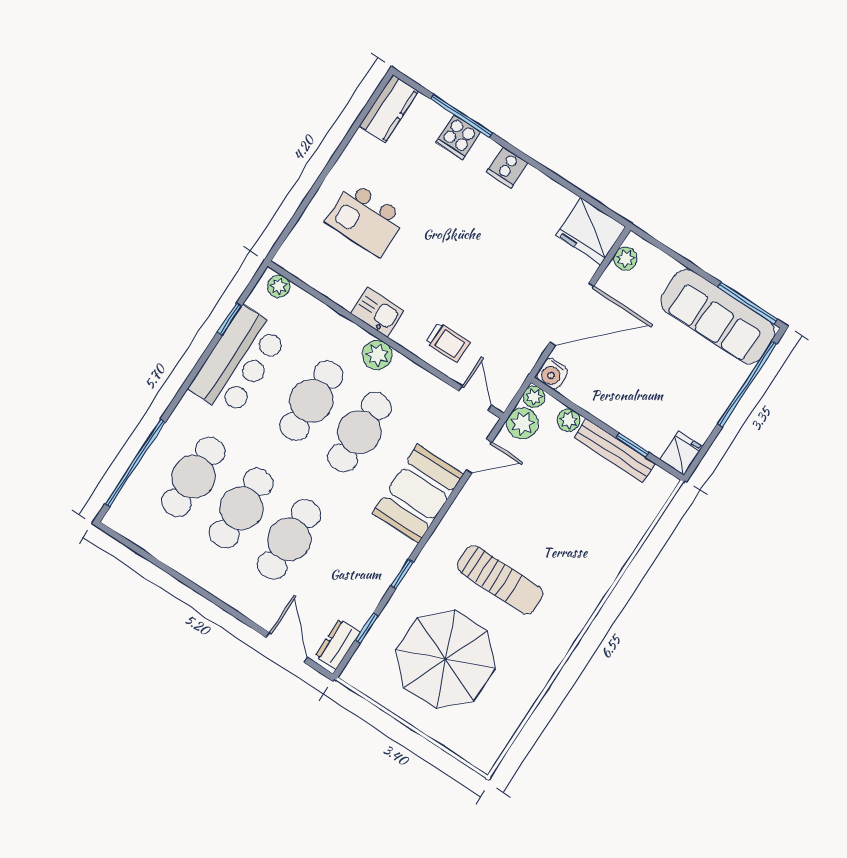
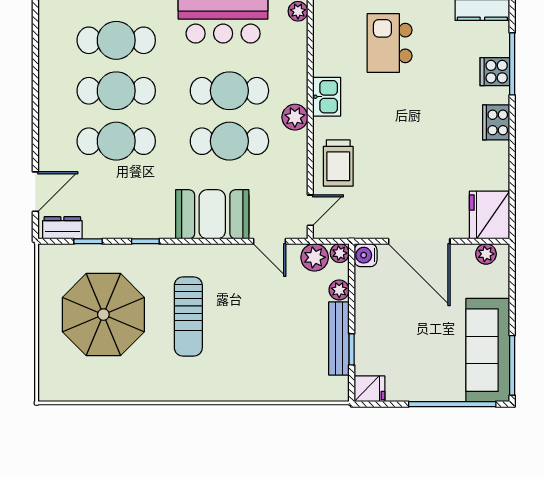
cooker: (507, 167) -> (496, 122), width x1.36
trolley: (448, 342) -> (338, 163), width x1.36, depth x1.39

